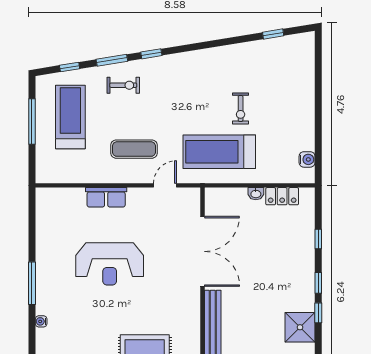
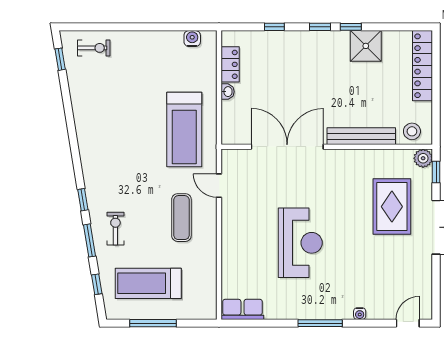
window: (273, 34) -> (60, 59), moved
exercise bike: (241, 108) -> (94, 48), moved
row of seats: (106, 197) -> (242, 309), moved, turned -90

